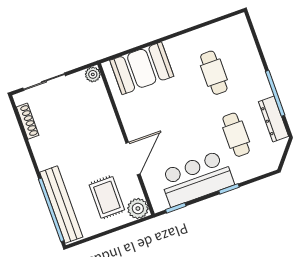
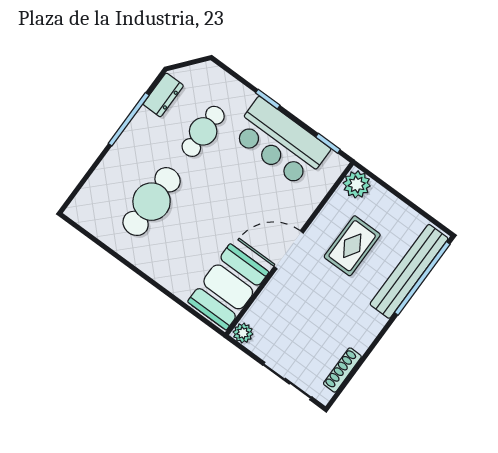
booth: (142, 68) -> (228, 287), moved, turned 90
cafe table: (214, 73) -> (152, 202), width x1.37, depth x1.35
dresser: (273, 119) -> (163, 95), width x0.70
door: (133, 158) -> (289, 250), moved
rug: (107, 197) -> (352, 246), moved

